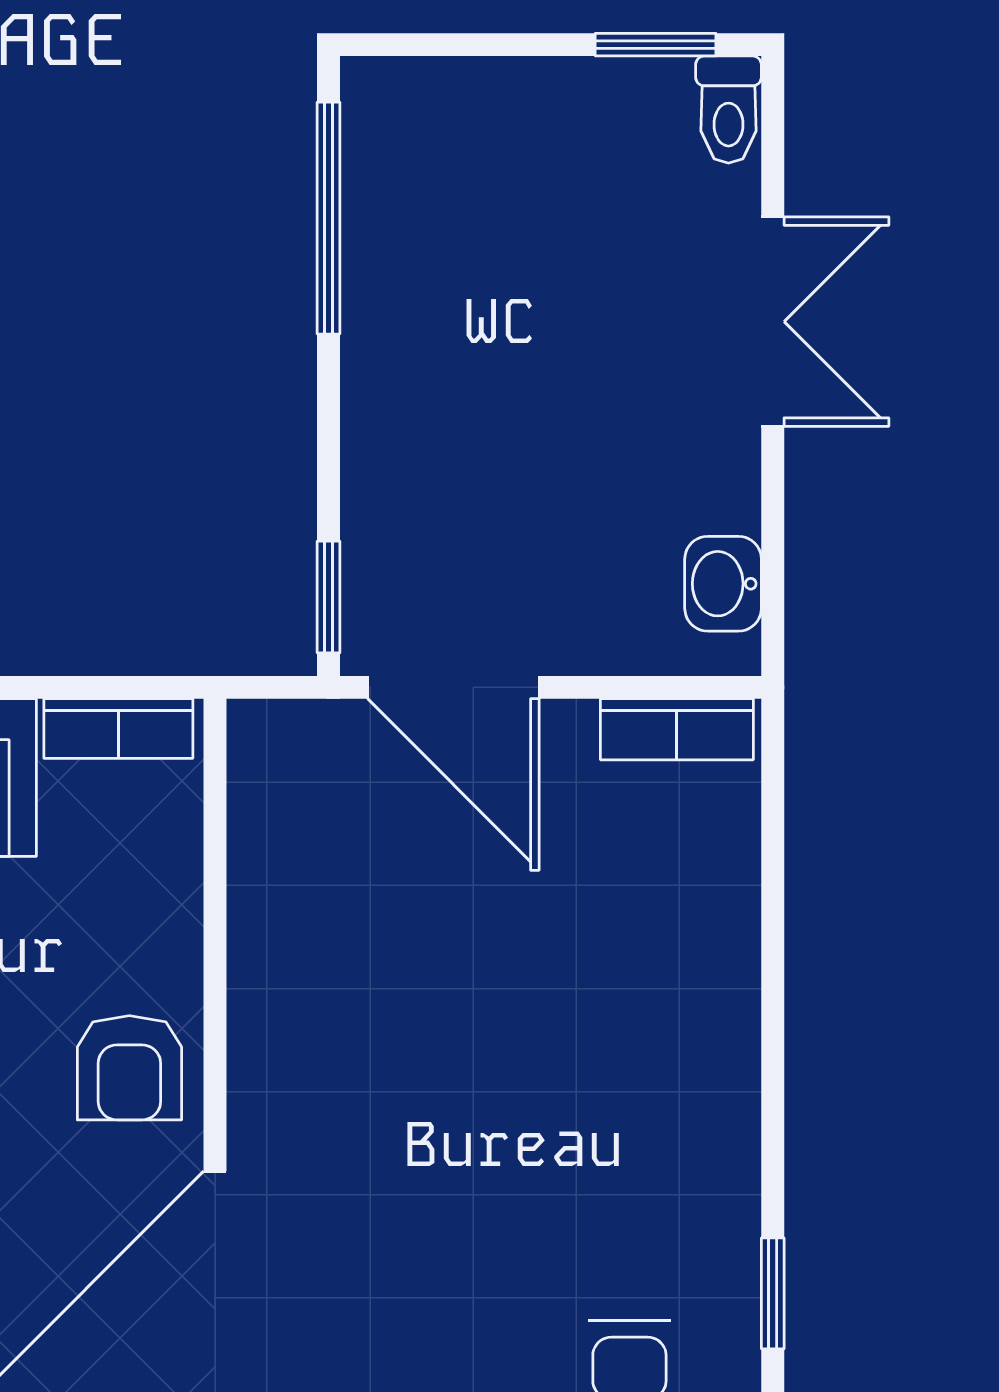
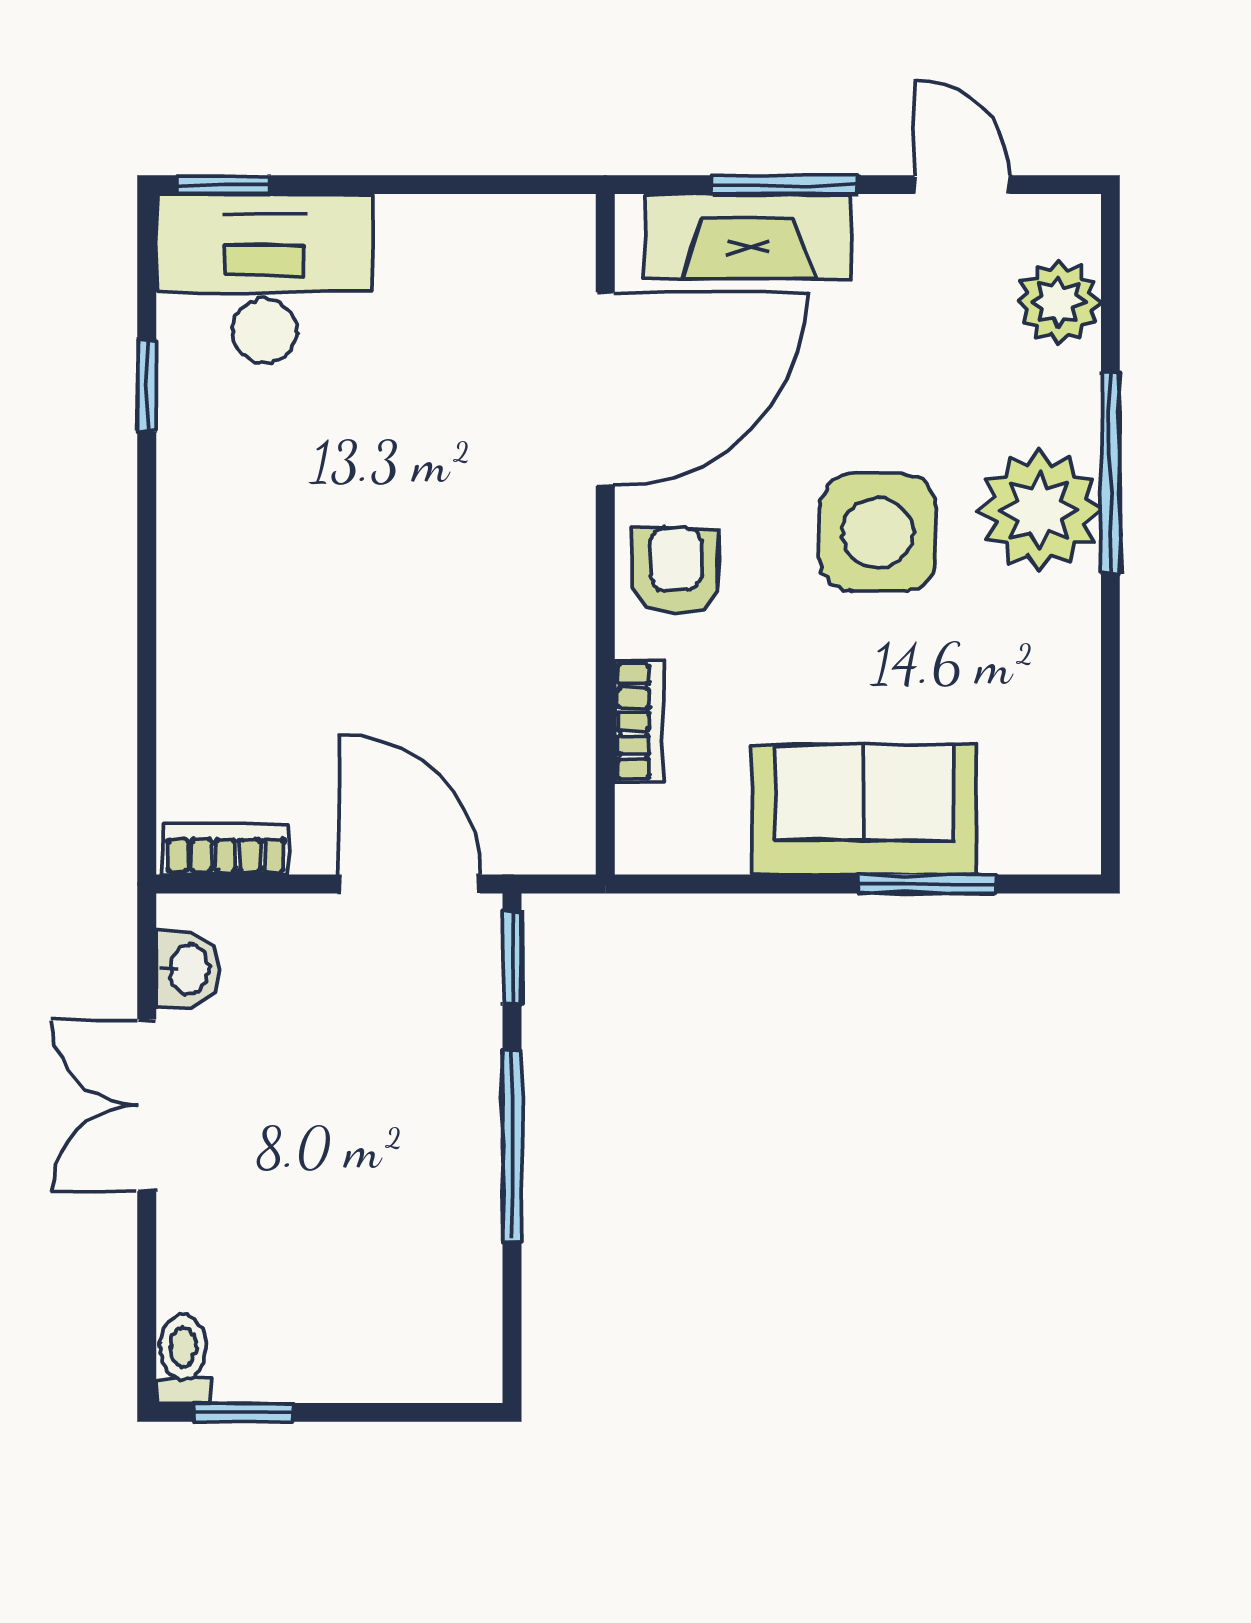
window: (329, 218) -> (512, 1145), moved
double door: (773, 322) -> (147, 1105), moved
bookcase: (118, 728) -> (639, 721), moved, turned 90

